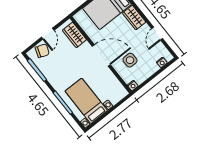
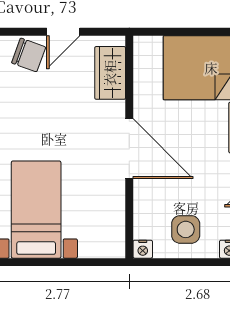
side table: (130, 60) -> (186, 229), moved

